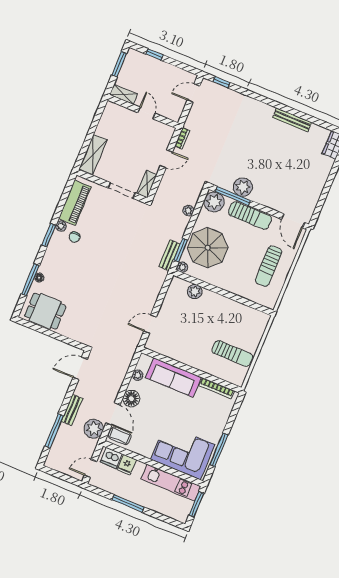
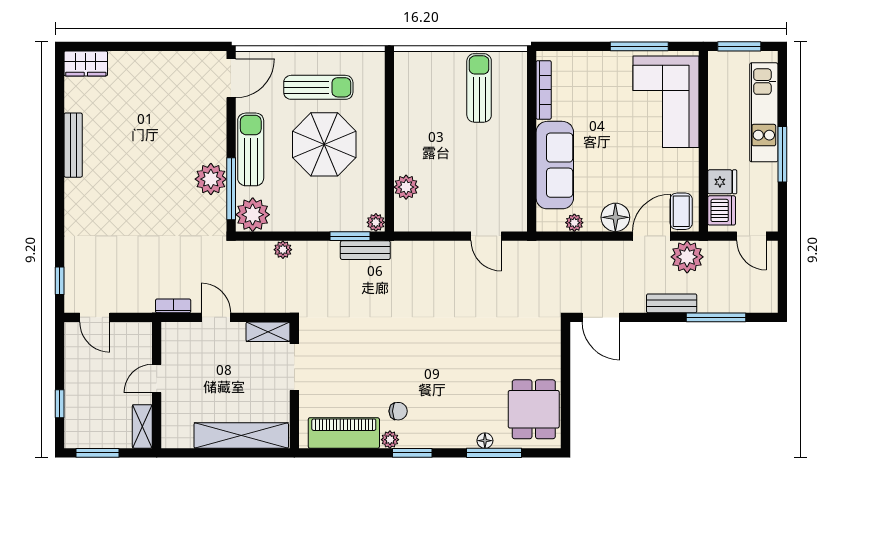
shelving: (93, 154) -> (241, 436), width x1.47
parasol: (208, 248) -> (324, 144), moved
kitchen unit: (171, 483) -> (764, 112), moved, turned 180

